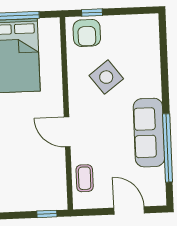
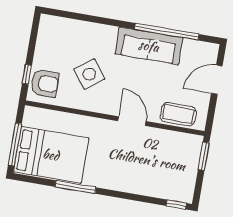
door: (67, 132) -> (132, 121), swing flipped
coffee table: (85, 178) -> (178, 114), width x1.36, depth x1.30
window: (47, 214) -> (204, 156), width x1.50

